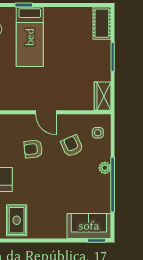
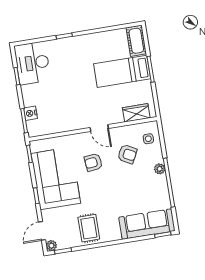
bed: (30, 37) -> (122, 71), moved, turned 90
wardrobe: (103, 96) -> (136, 113), moved, turned 90
armchair: (72, 146) -> (127, 154), turned 142
sofa: (89, 226) -> (147, 224), width x1.36

